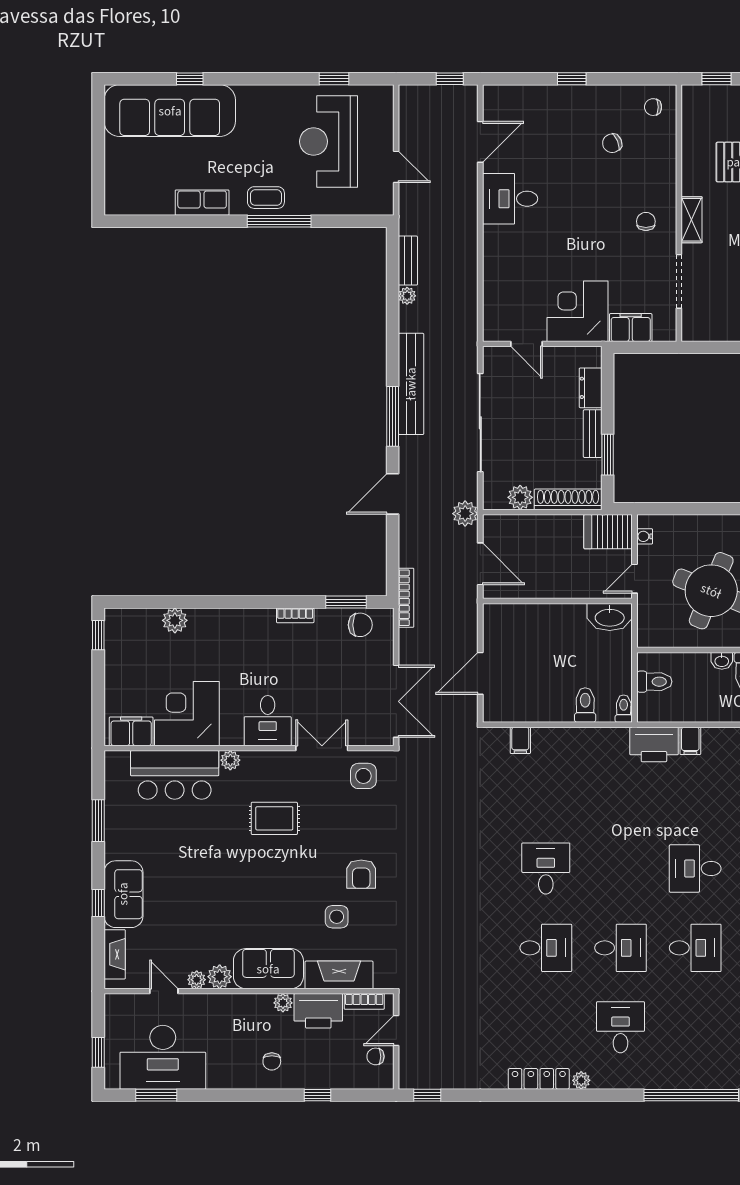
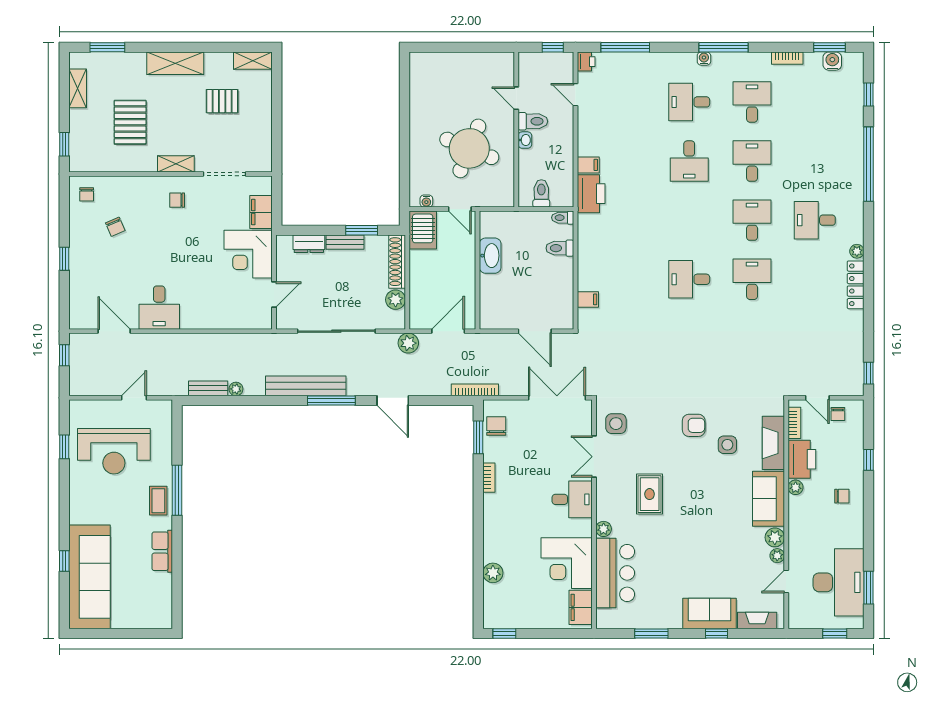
washbasin: (610, 617) -> (490, 256), moved

